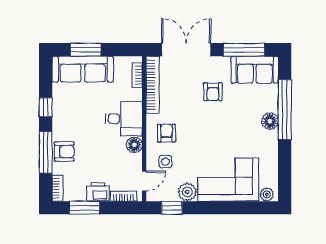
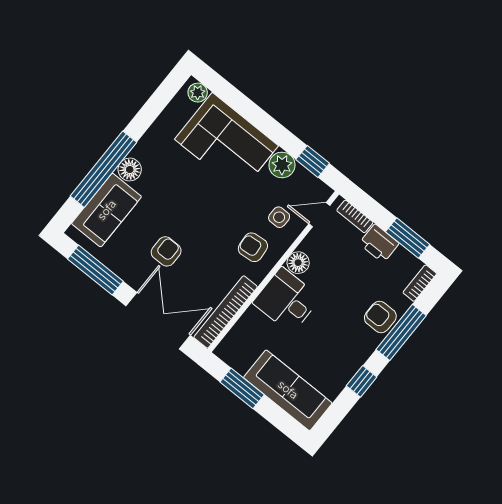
window: (86, 50) -> (242, 388), moved
double door: (186, 50) -> (158, 321), swing flipped
sofa: (255, 70) -> (107, 210), moved, turned 90
bookcase: (137, 75) -> (234, 336), removed
armchair: (166, 133) -> (253, 247), turned 85

